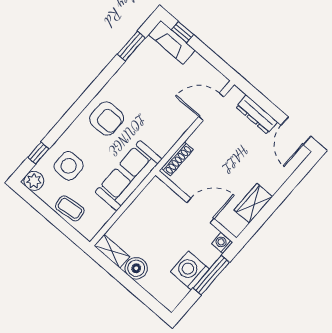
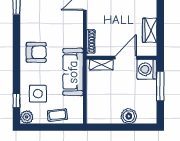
washing machine: (222, 243) -> (147, 69), width x1.89, depth x1.89
shelving: (112, 251) -> (101, 65), moved
boiler: (136, 268) -> (129, 116), moved
washing machine: (190, 270) -> (147, 93), removed

